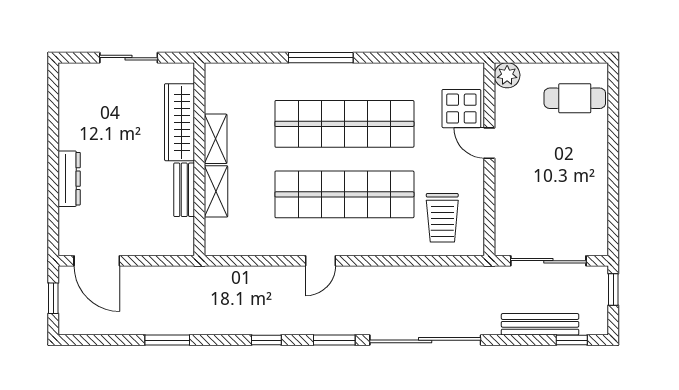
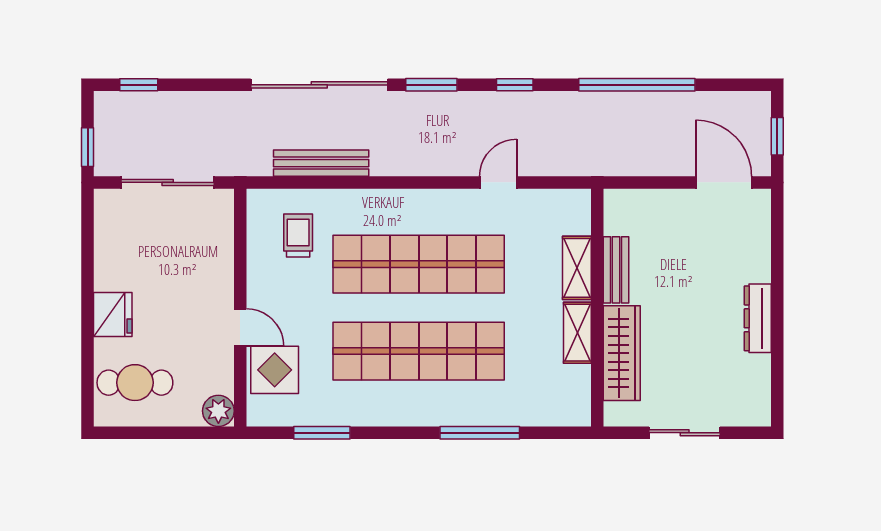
window: (321, 58) -> (480, 433), moved
window: (423, 58) -> (322, 433), added
fridge: (593, 153) -> (113, 315), added
dresser: (69, 179) -> (758, 318), moved
trolley: (442, 218) -> (298, 235), width x0.73, depth x0.72
door: (320, 261) -> (498, 182), moved
bench: (540, 324) -> (321, 163), moved
window: (167, 340) -> (637, 85), width x2.11

